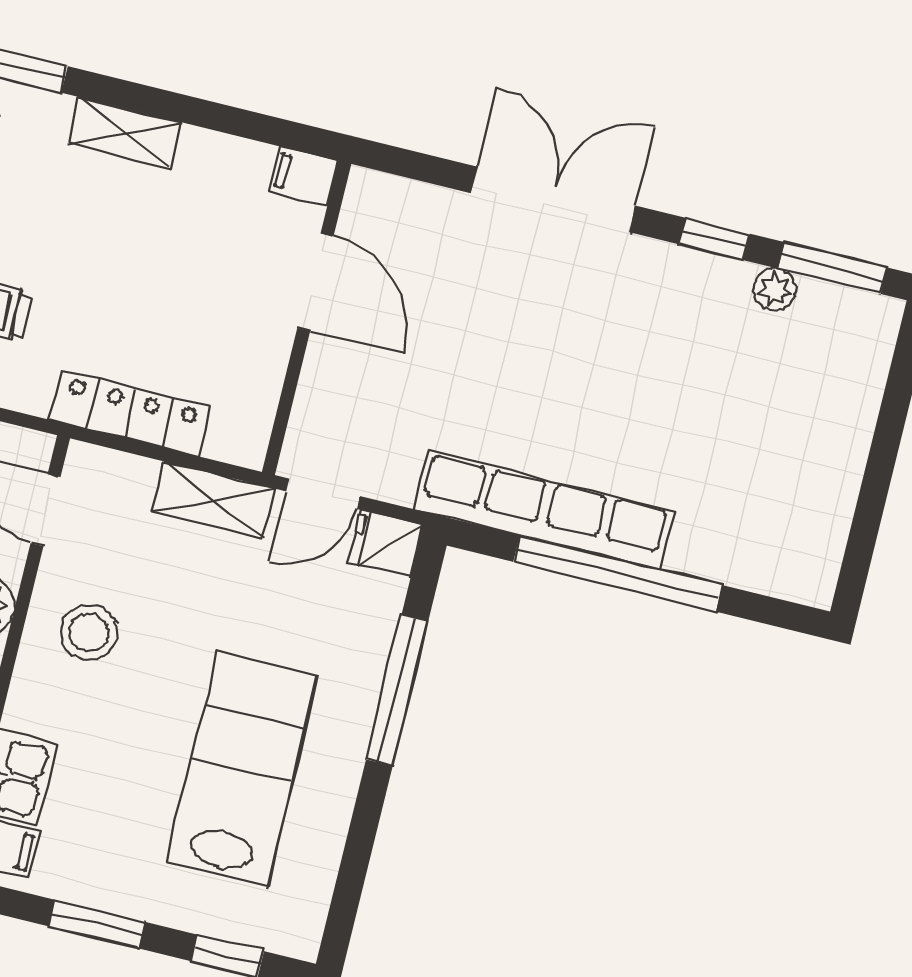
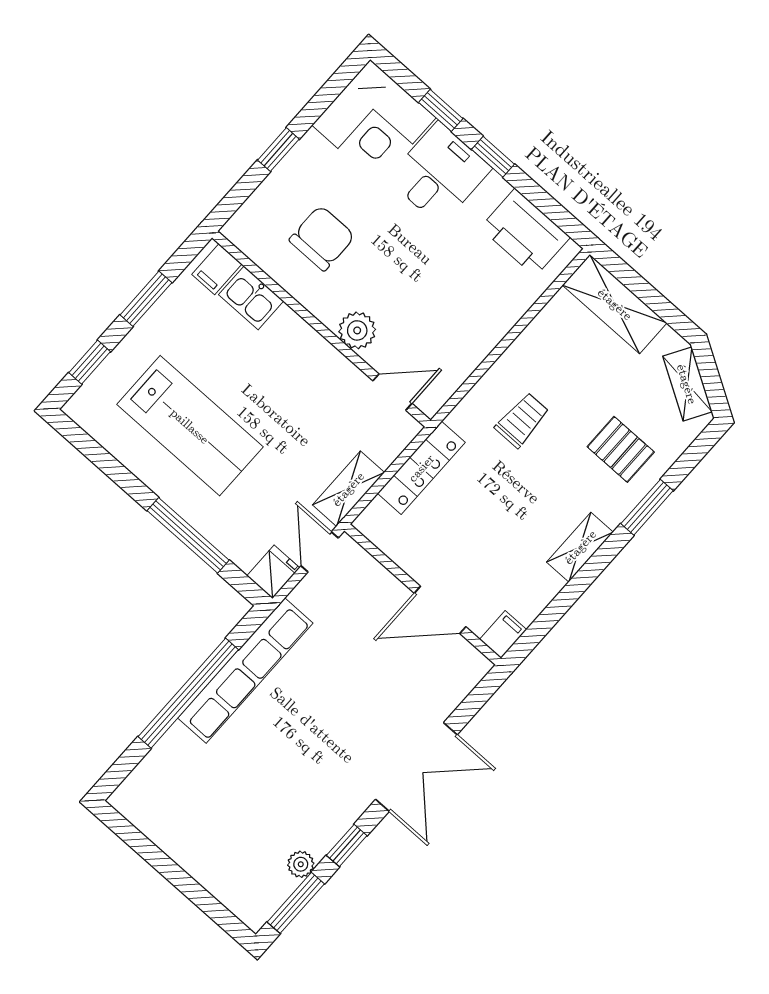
stool: (89, 632) -> (311, 380), removed

